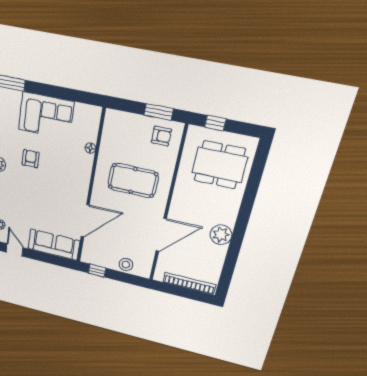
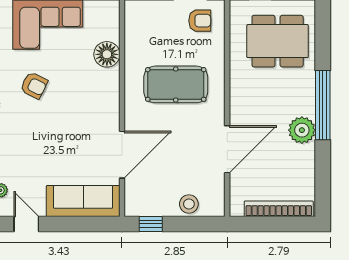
floor lamp: (90, 148) -> (107, 54), width x1.89, depth x1.89
armchair: (31, 159) -> (34, 85), turned 116
window: (242, 221) -> (323, 105), added

